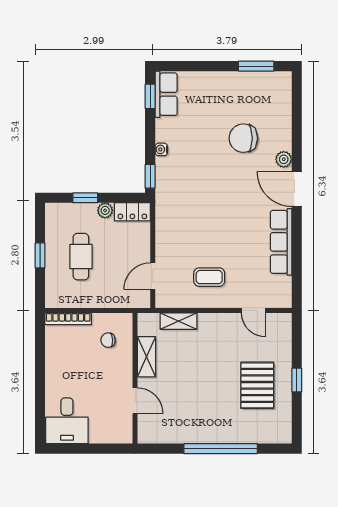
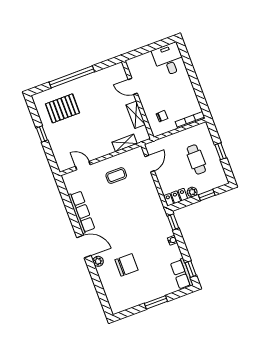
window: (256, 66) -> (156, 302), moved
pallet: (257, 385) -> (62, 108), moved, turned 90

